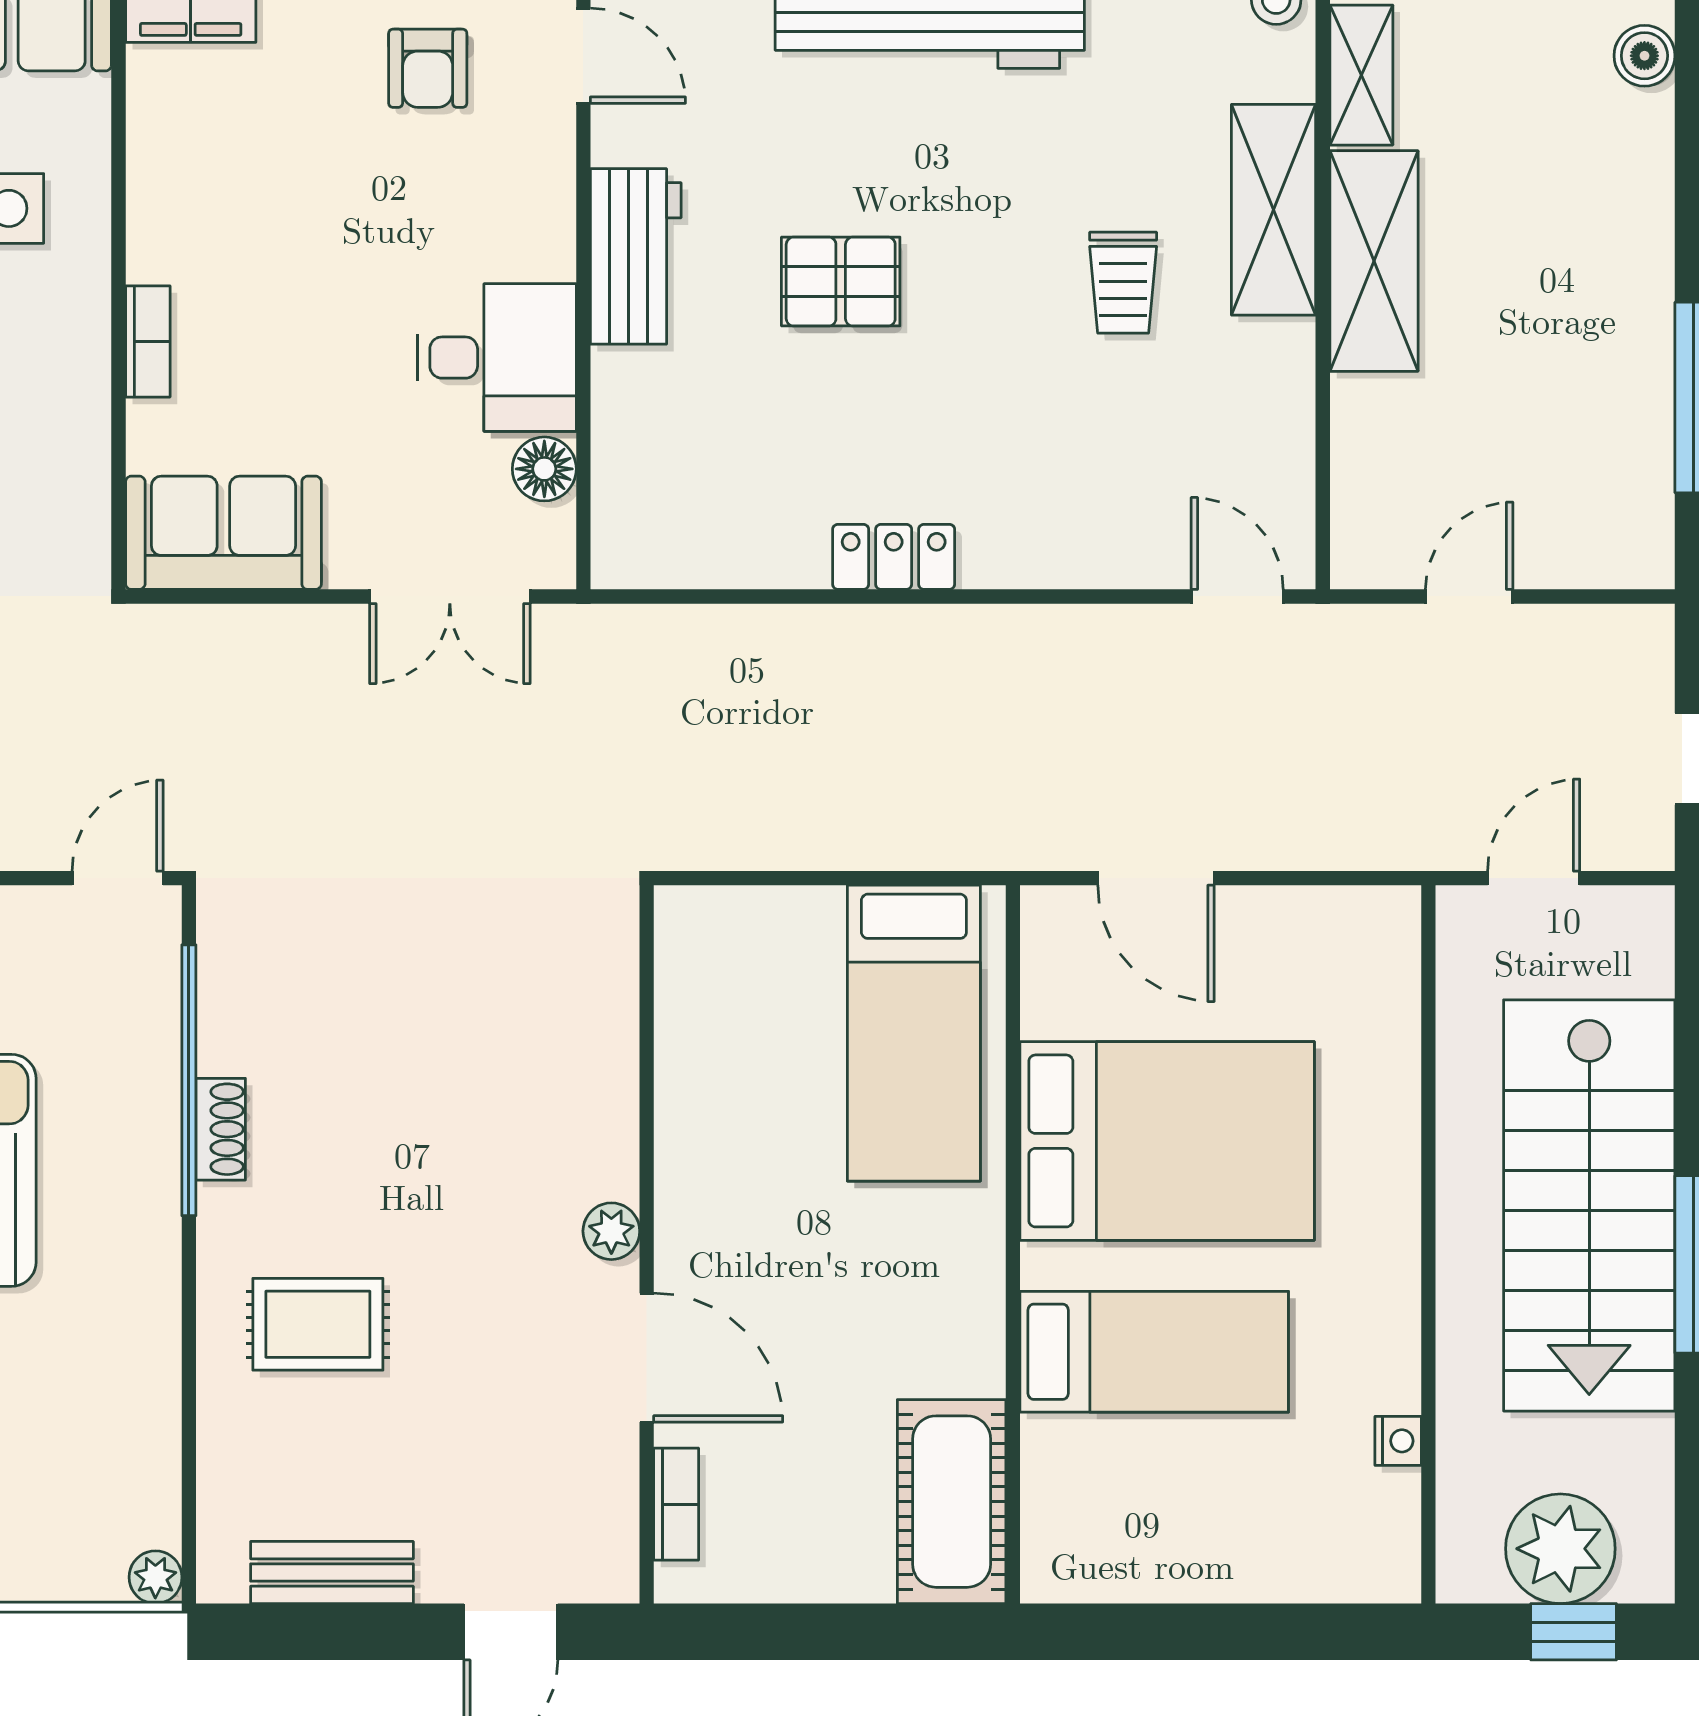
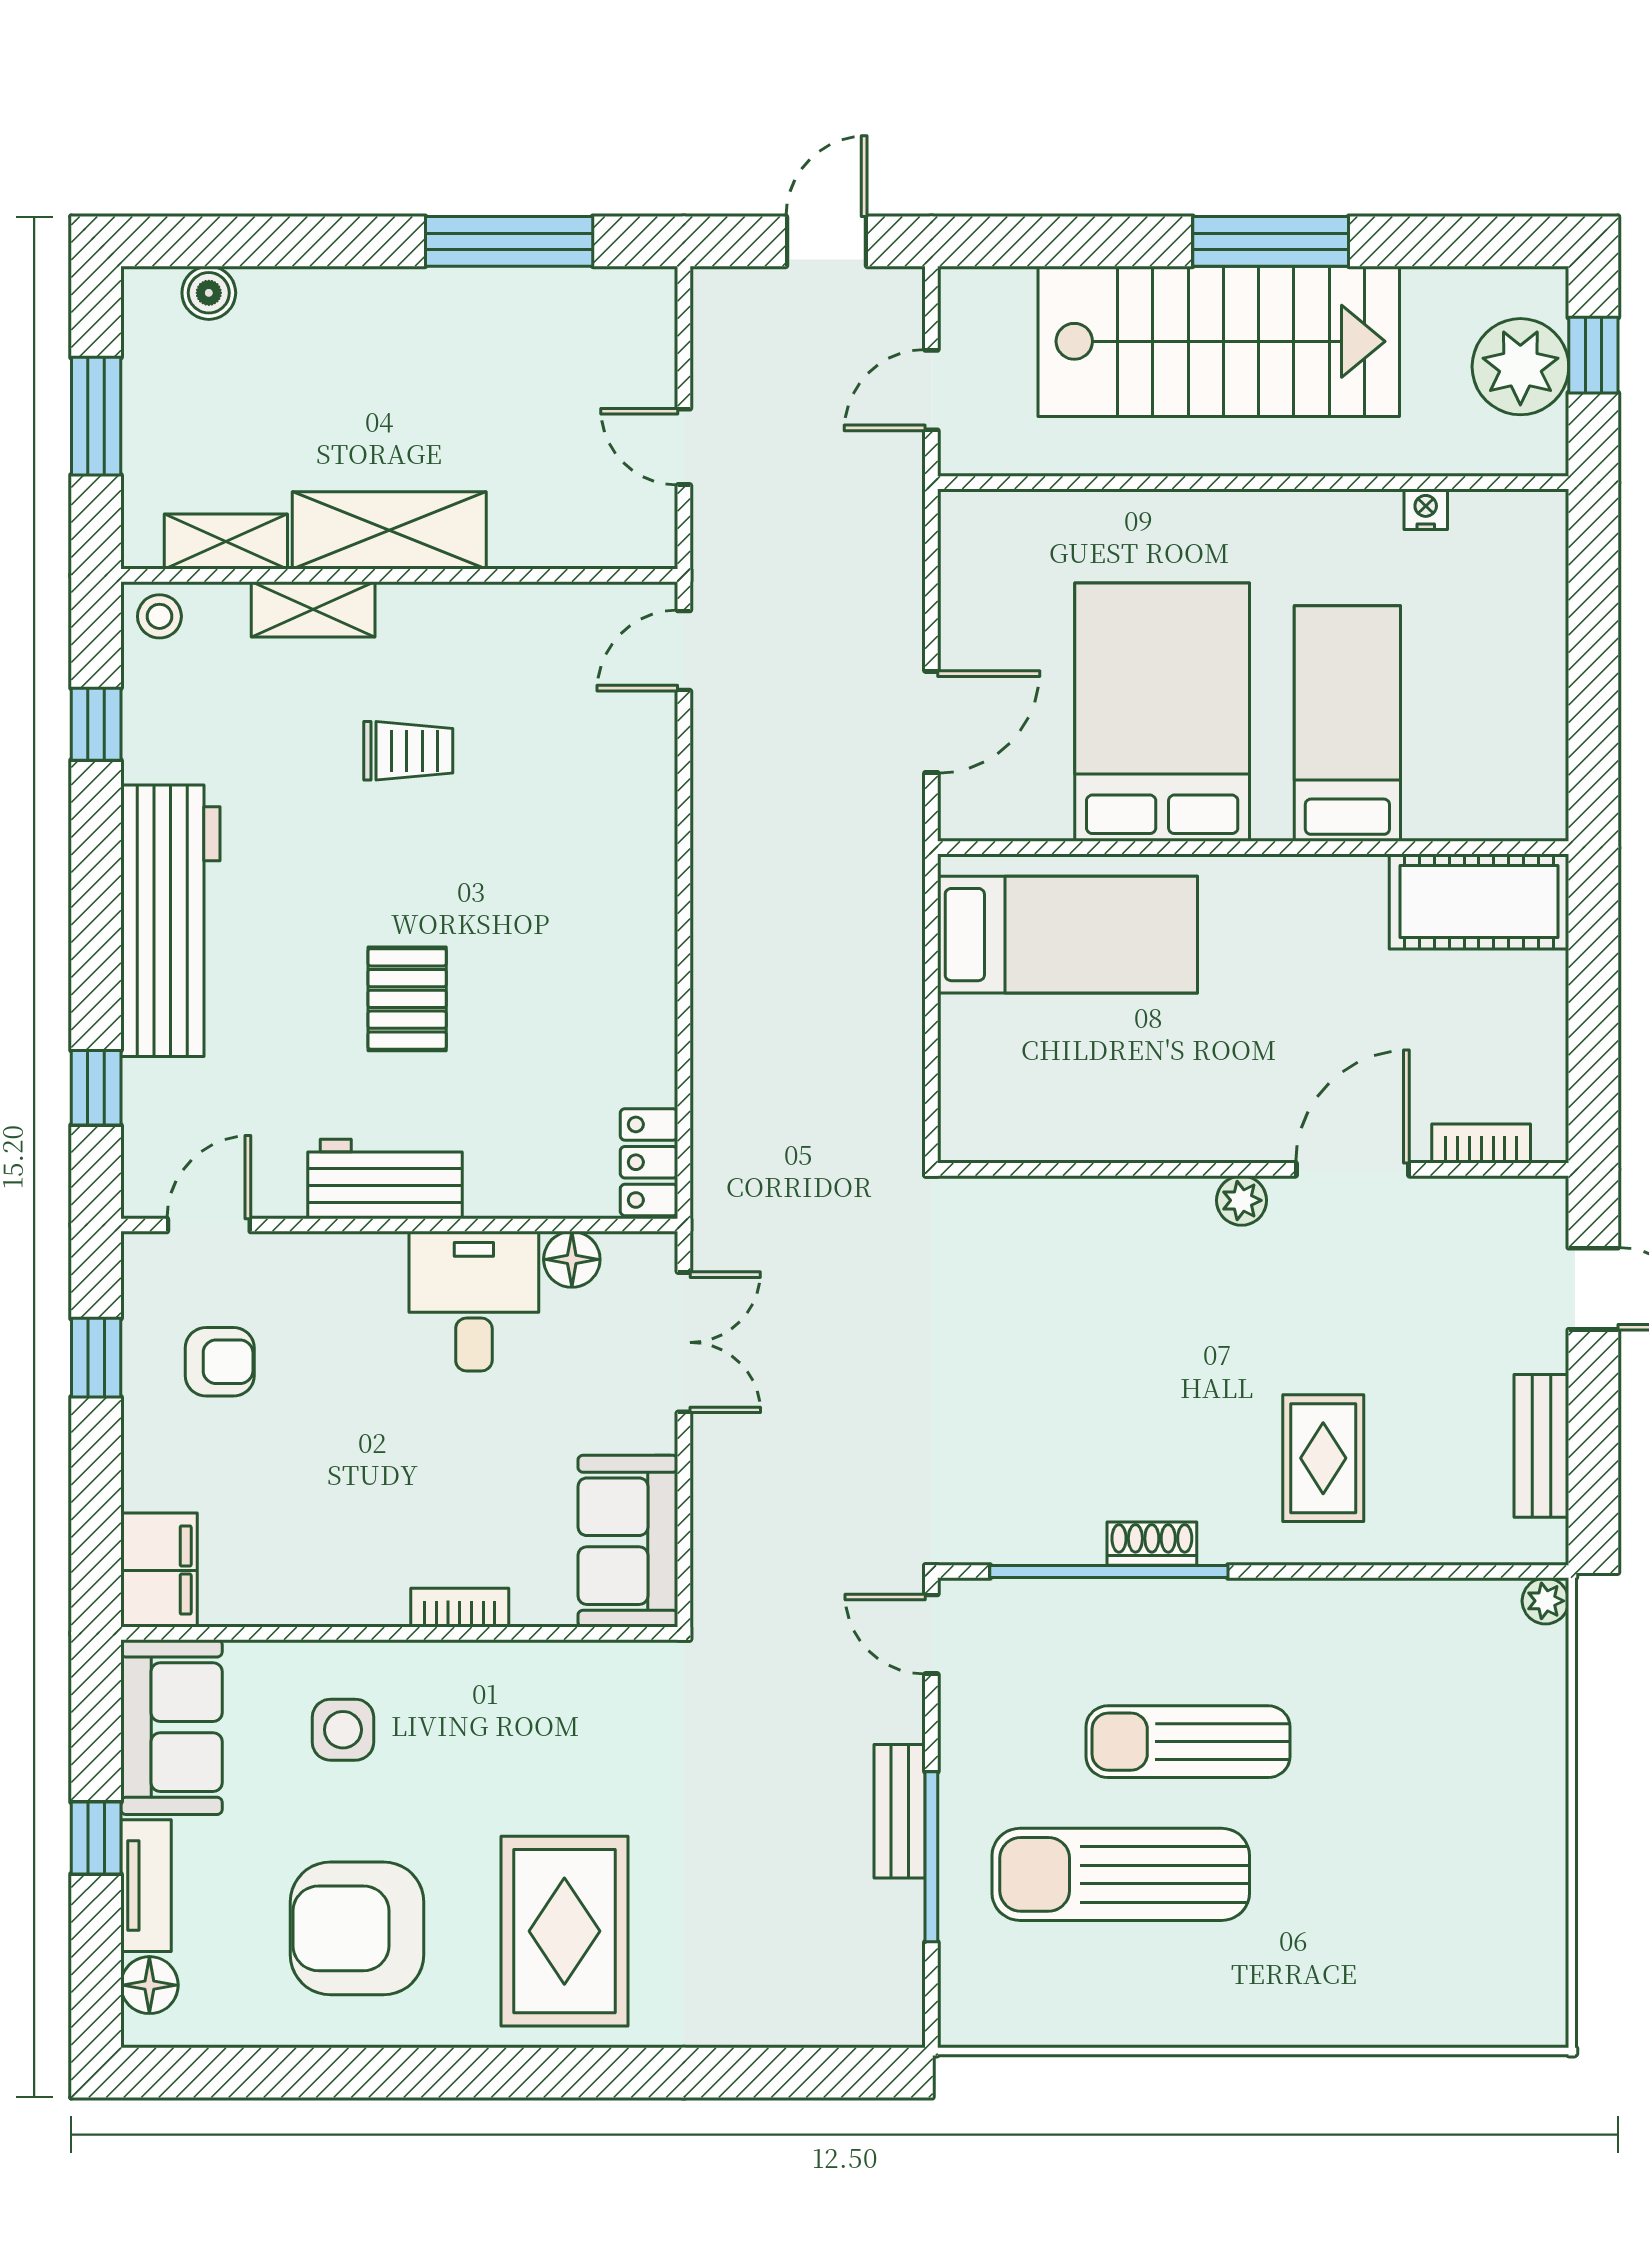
shelving: (1274, 210) -> (313, 609), width x0.67, depth x0.75
locker: (894, 557) -> (649, 1162), moved
door: (1534, 878) -> (931, 390), hinge flipped

